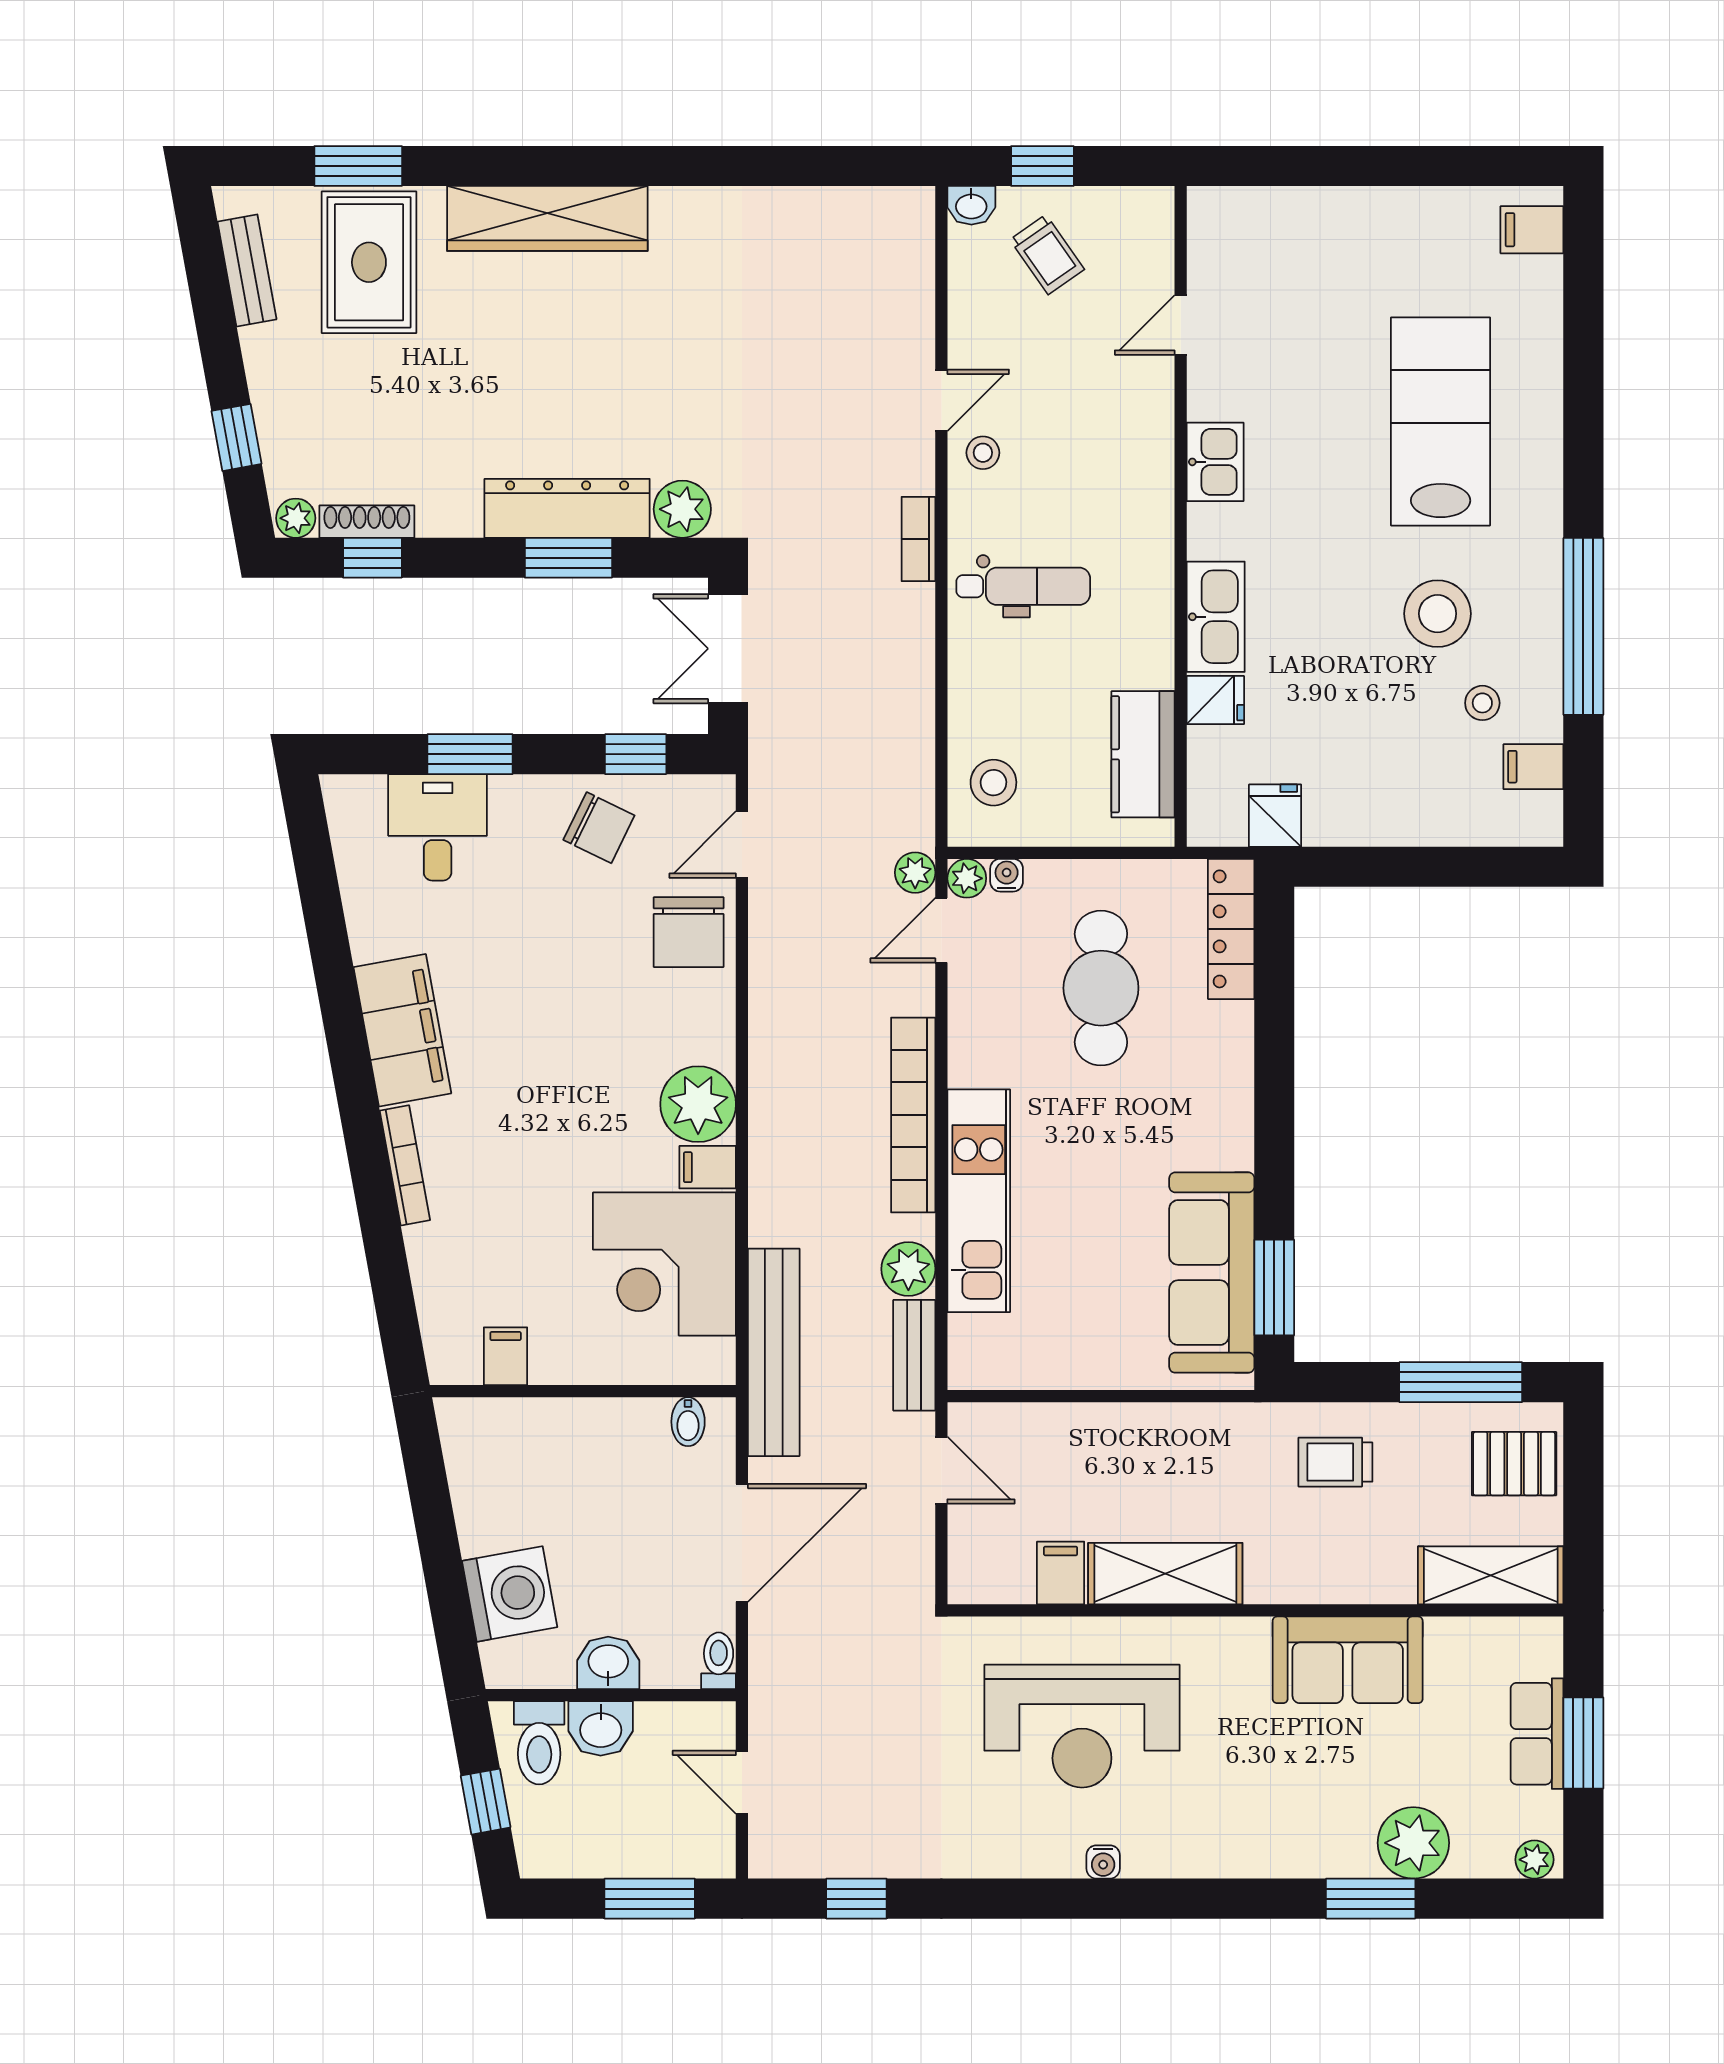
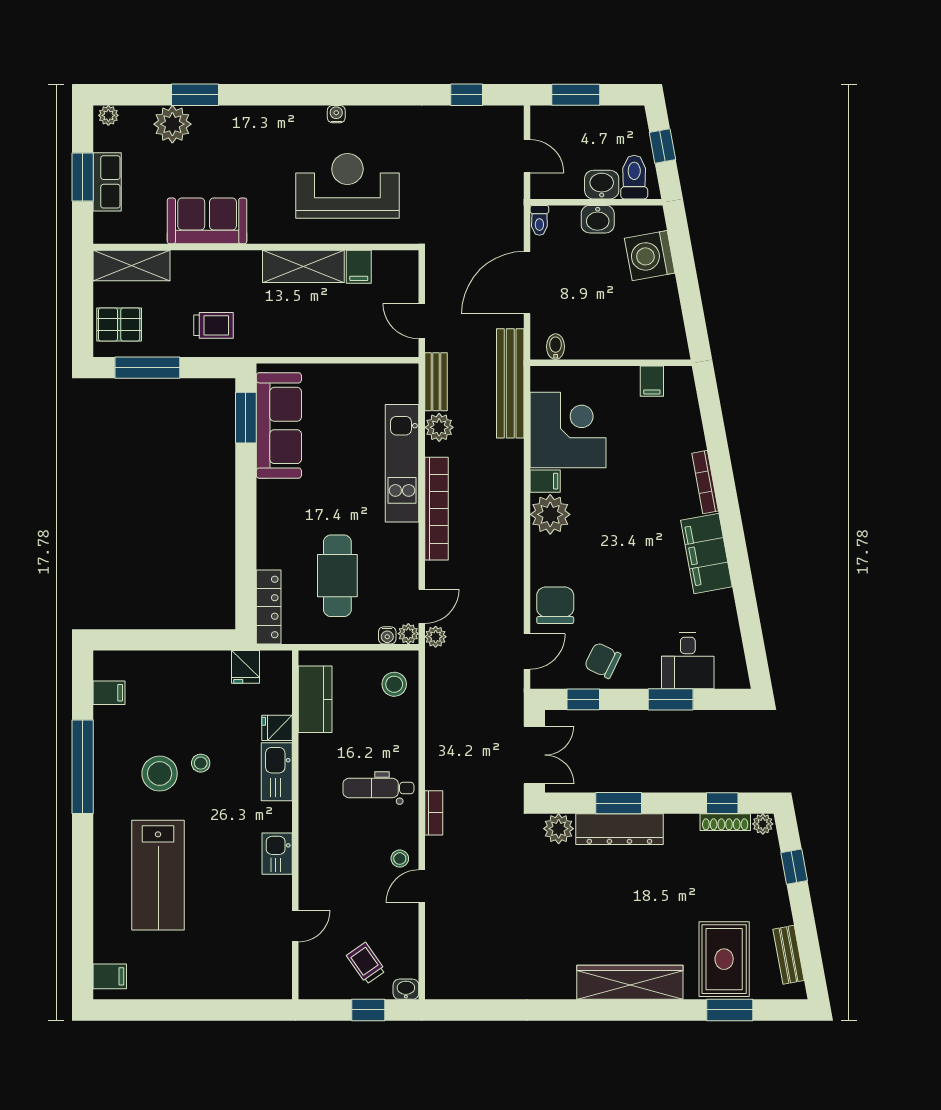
stool: (1482, 703) -> (201, 763), moved

